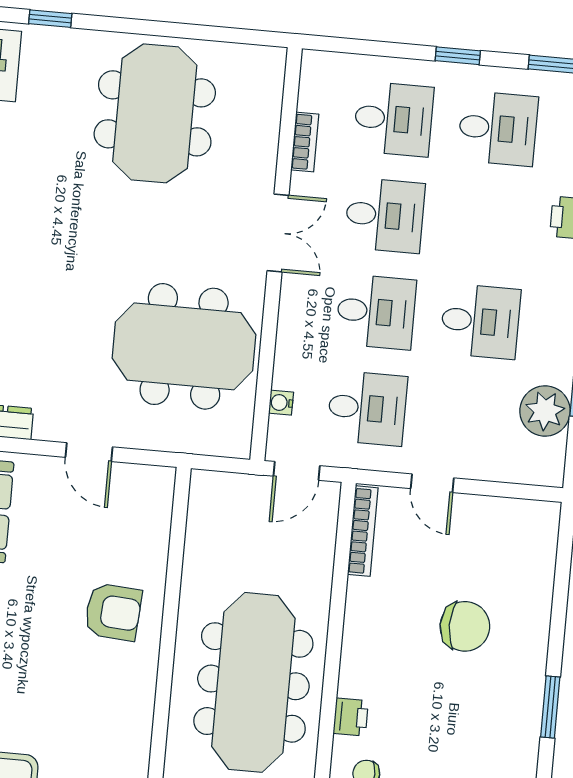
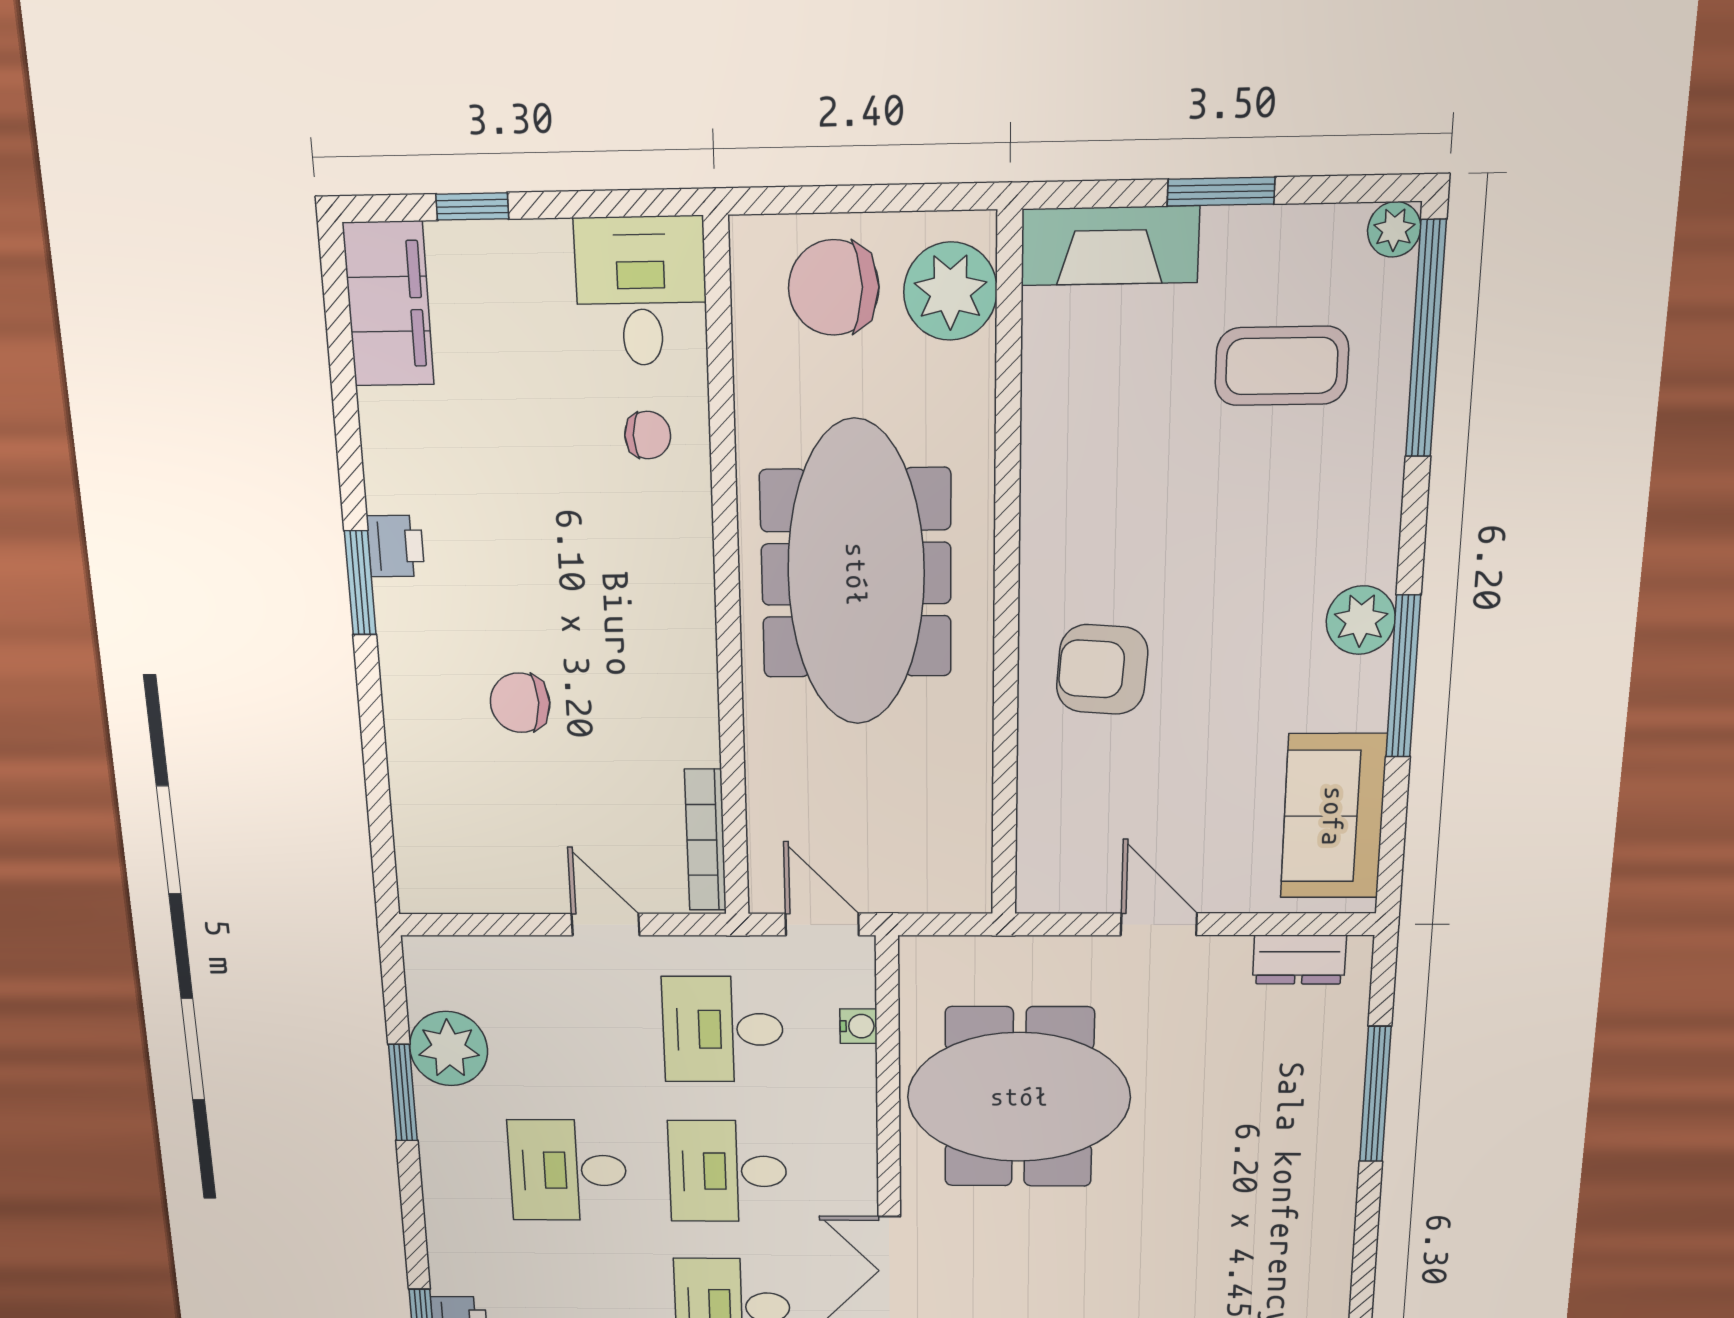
door: (297, 471) -> (822, 924), hinge flipped
chair: (465, 626) -> (520, 703), width x0.73, depth x0.73
printer: (351, 717) -> (395, 546), moved, turned 180

